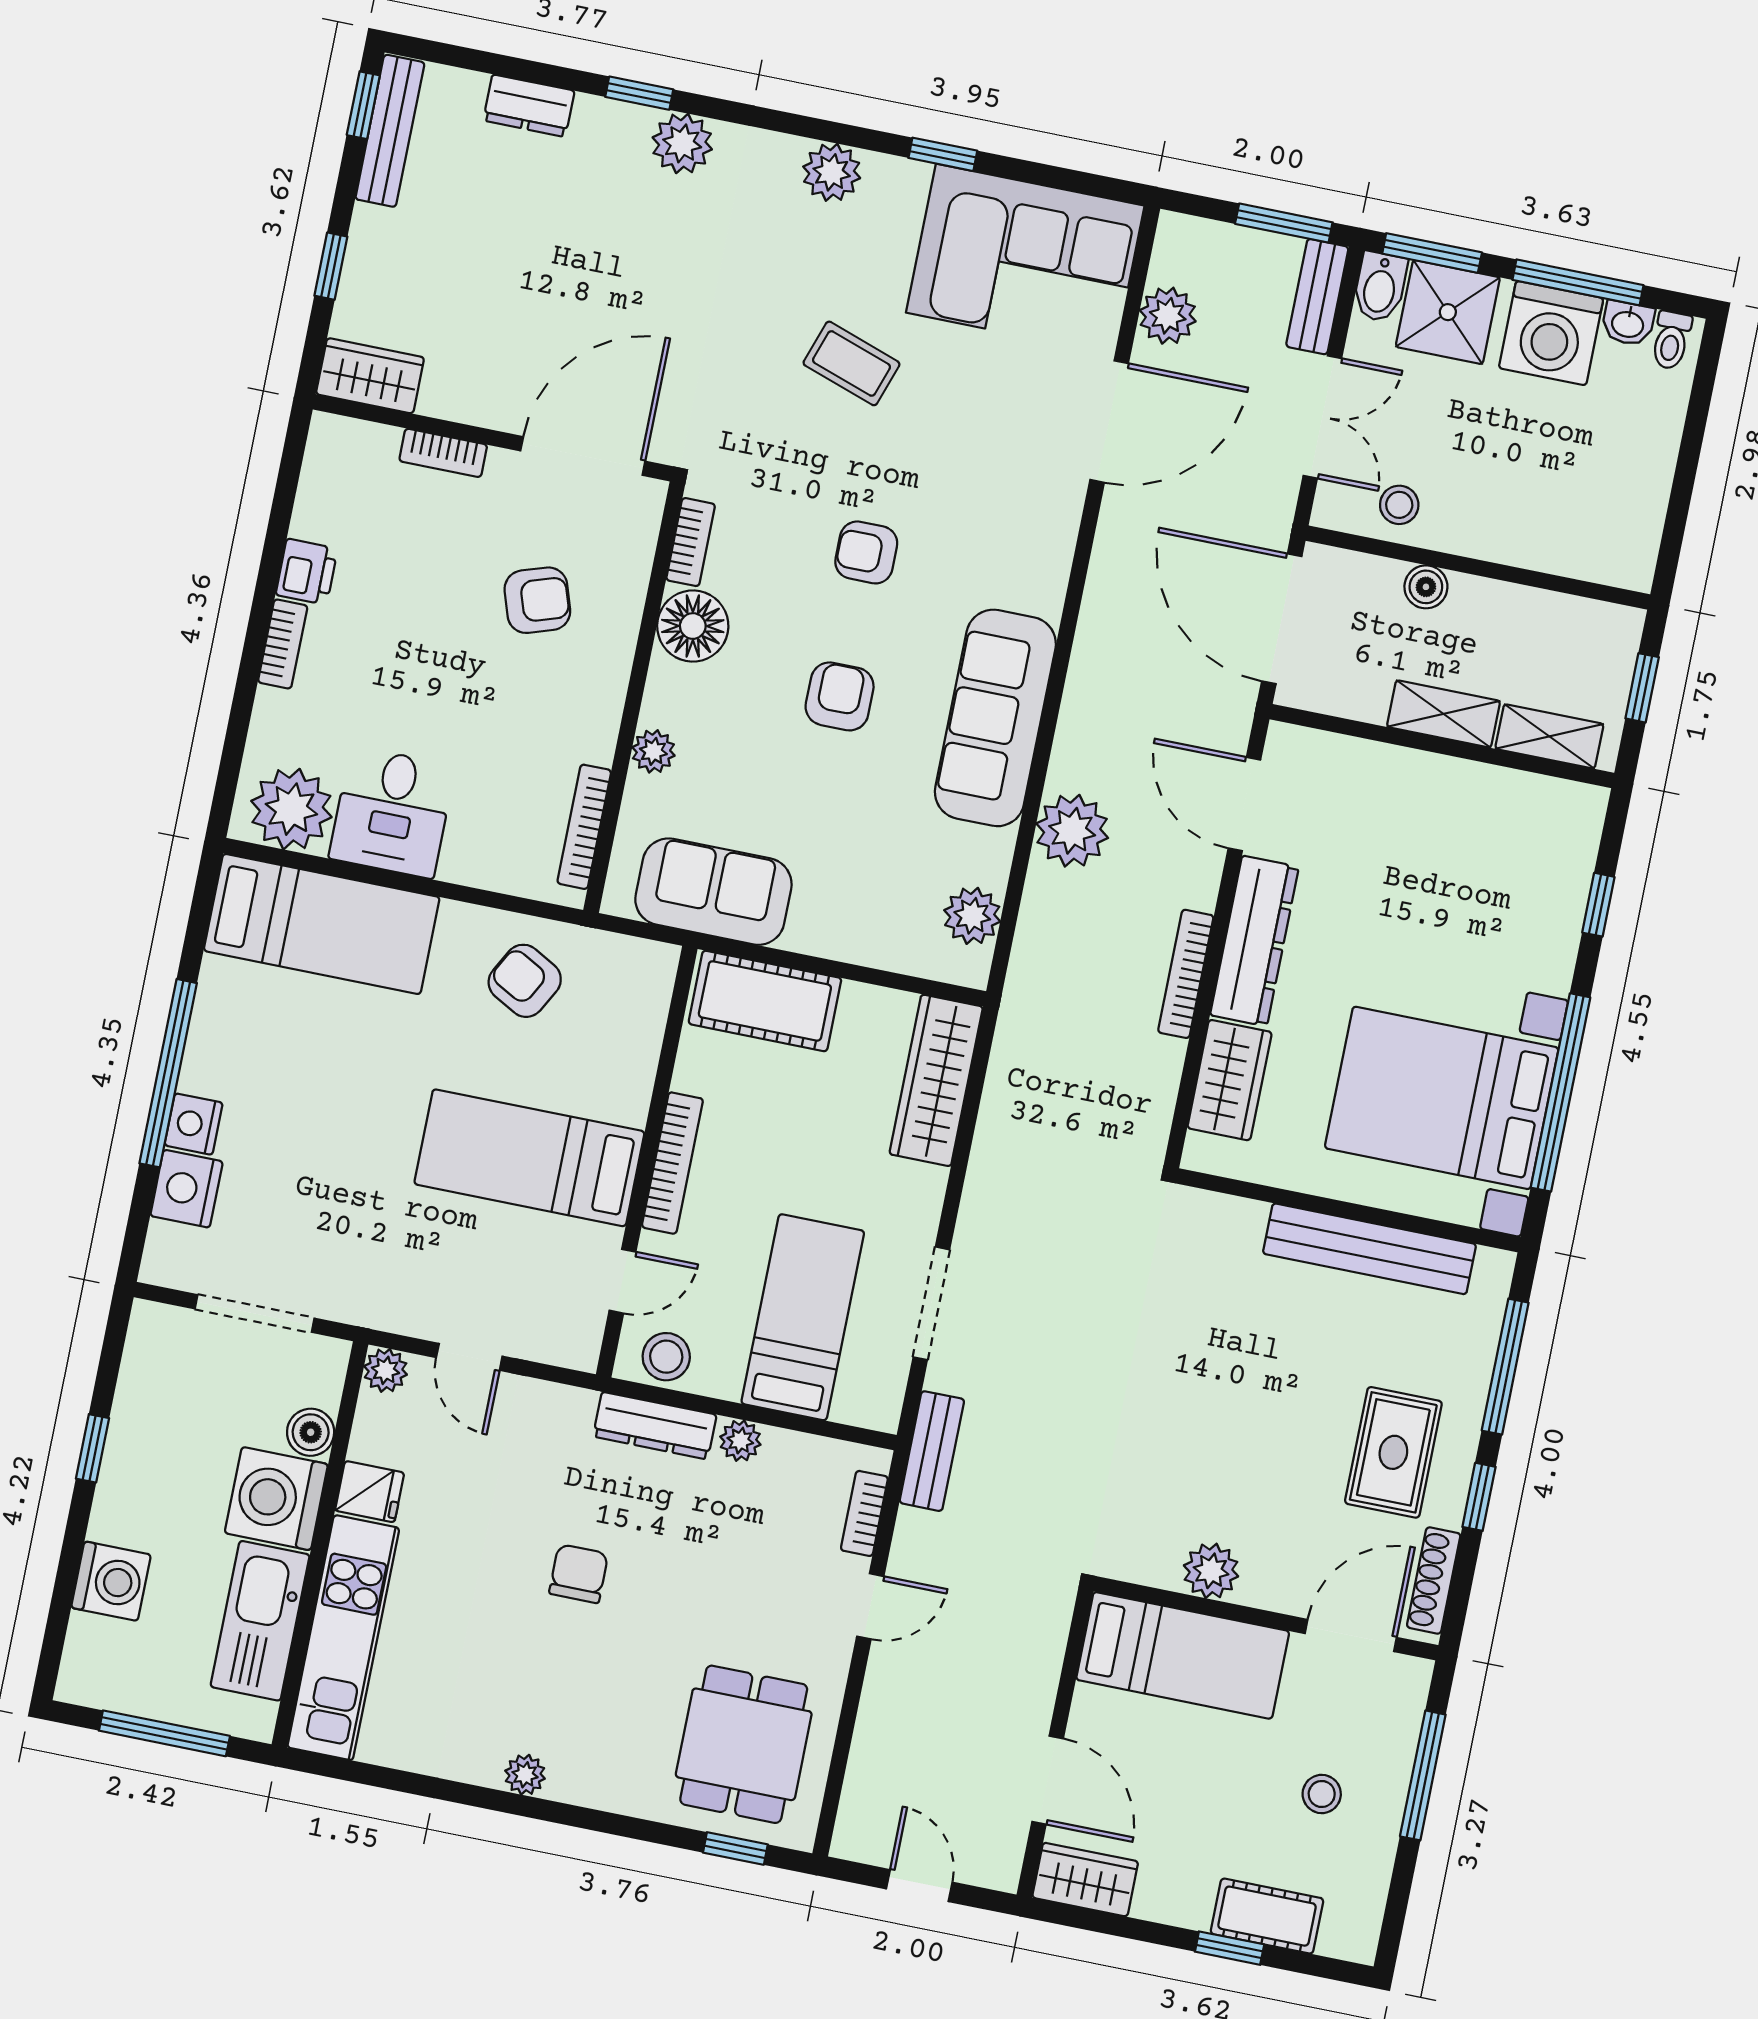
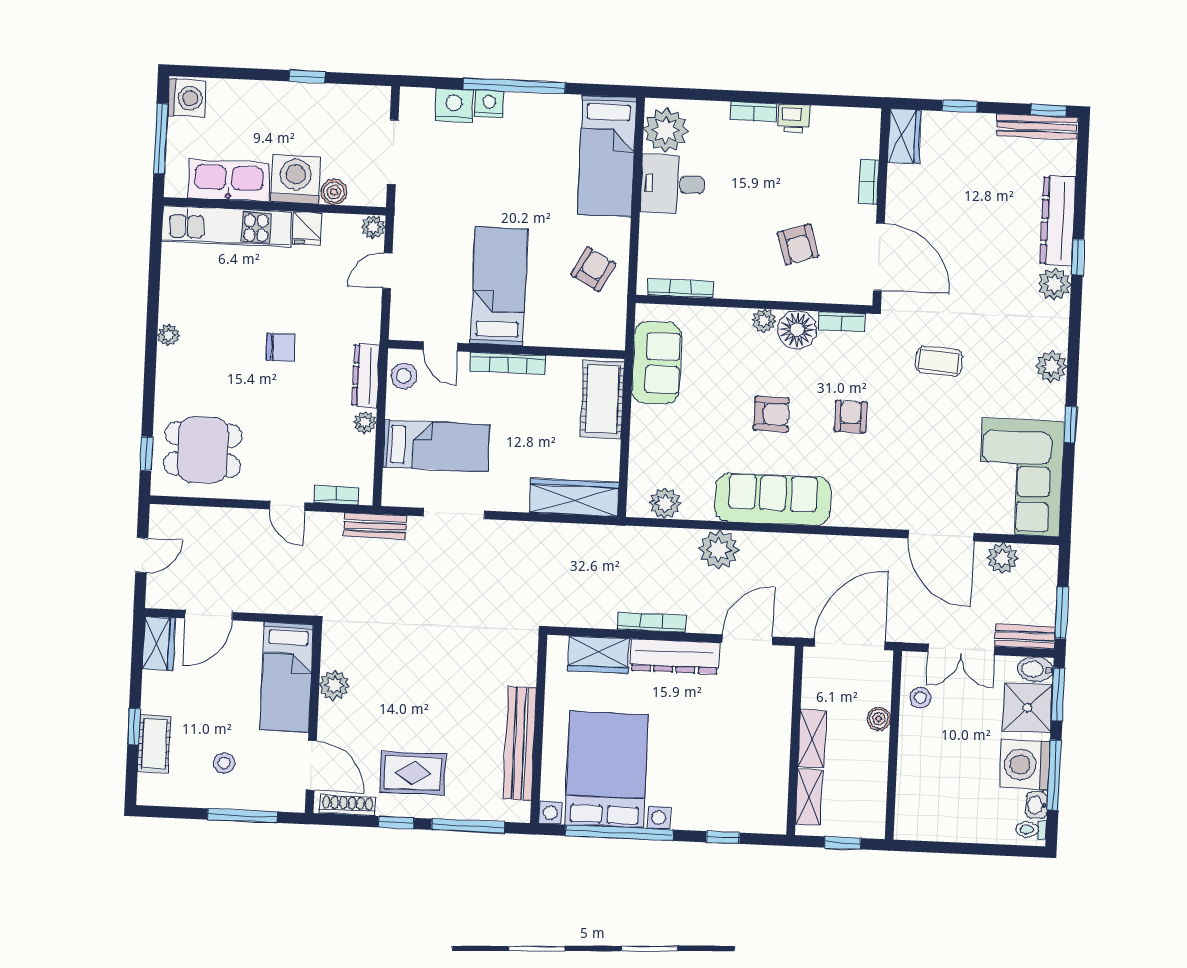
dresser: (529, 106) -> (1058, 221), width x1.96, depth x1.24
coffee table: (851, 363) -> (939, 361), moved, turned 75
plant: (653, 751) -> (764, 321), moved
washing machine: (111, 1581) -> (187, 98), moved, turned -90

